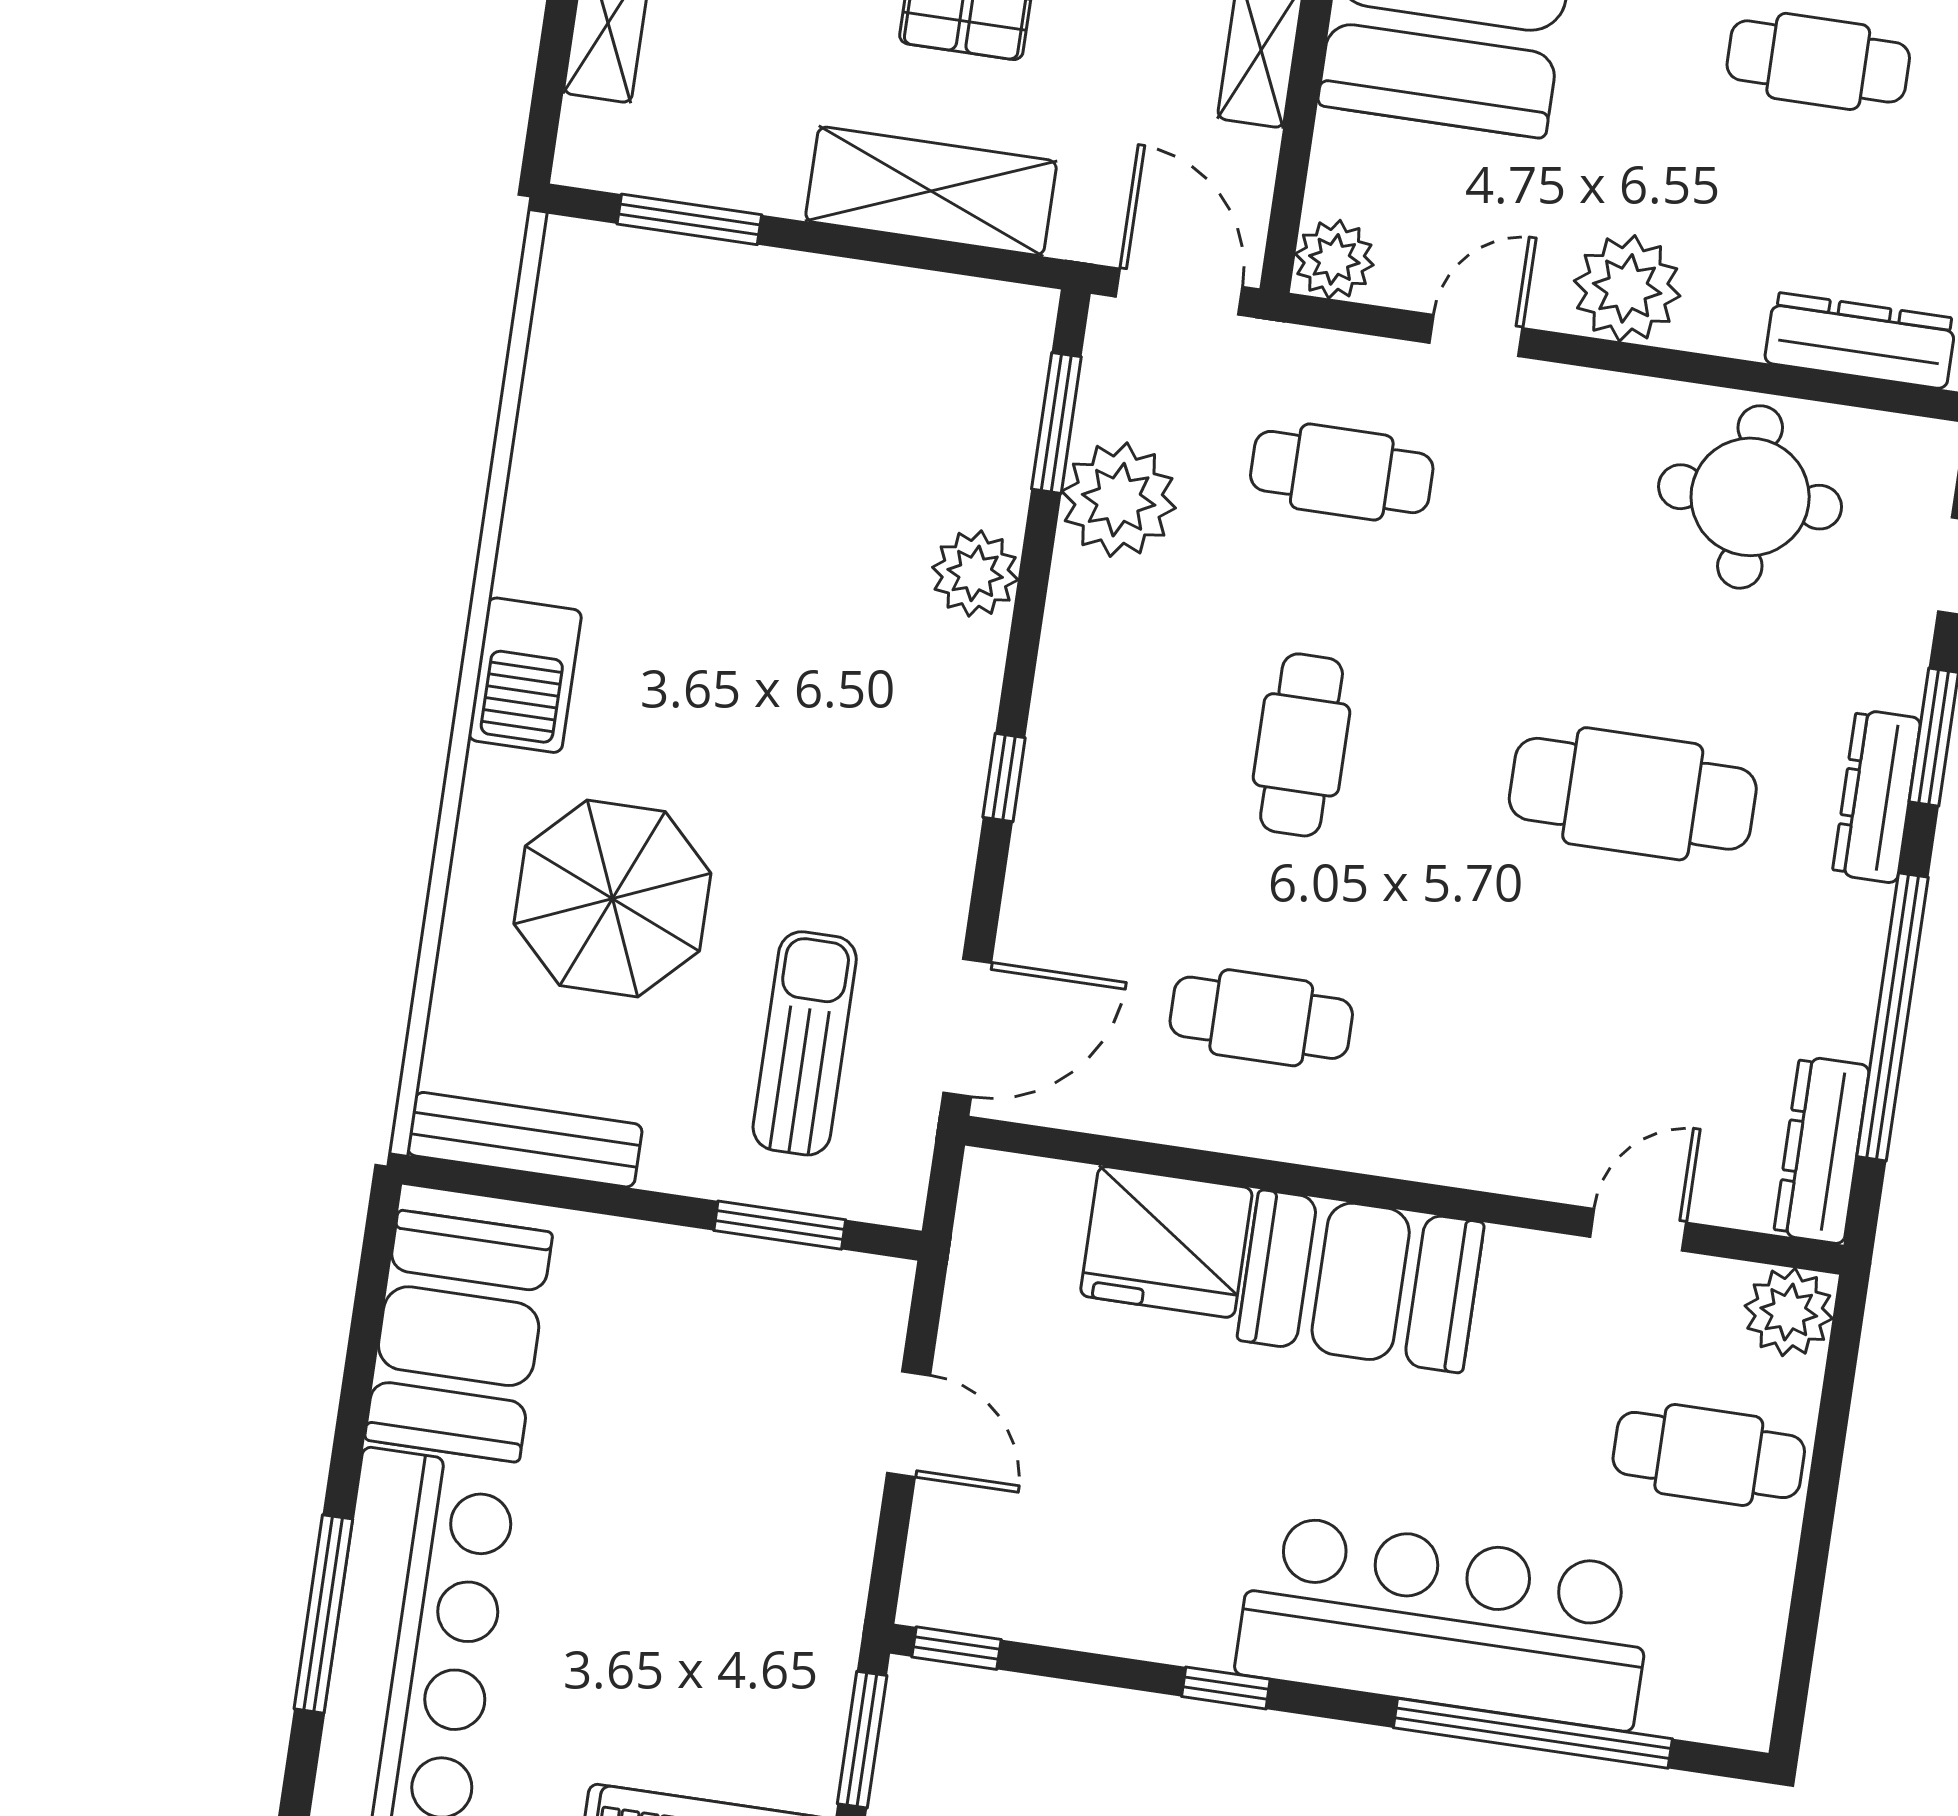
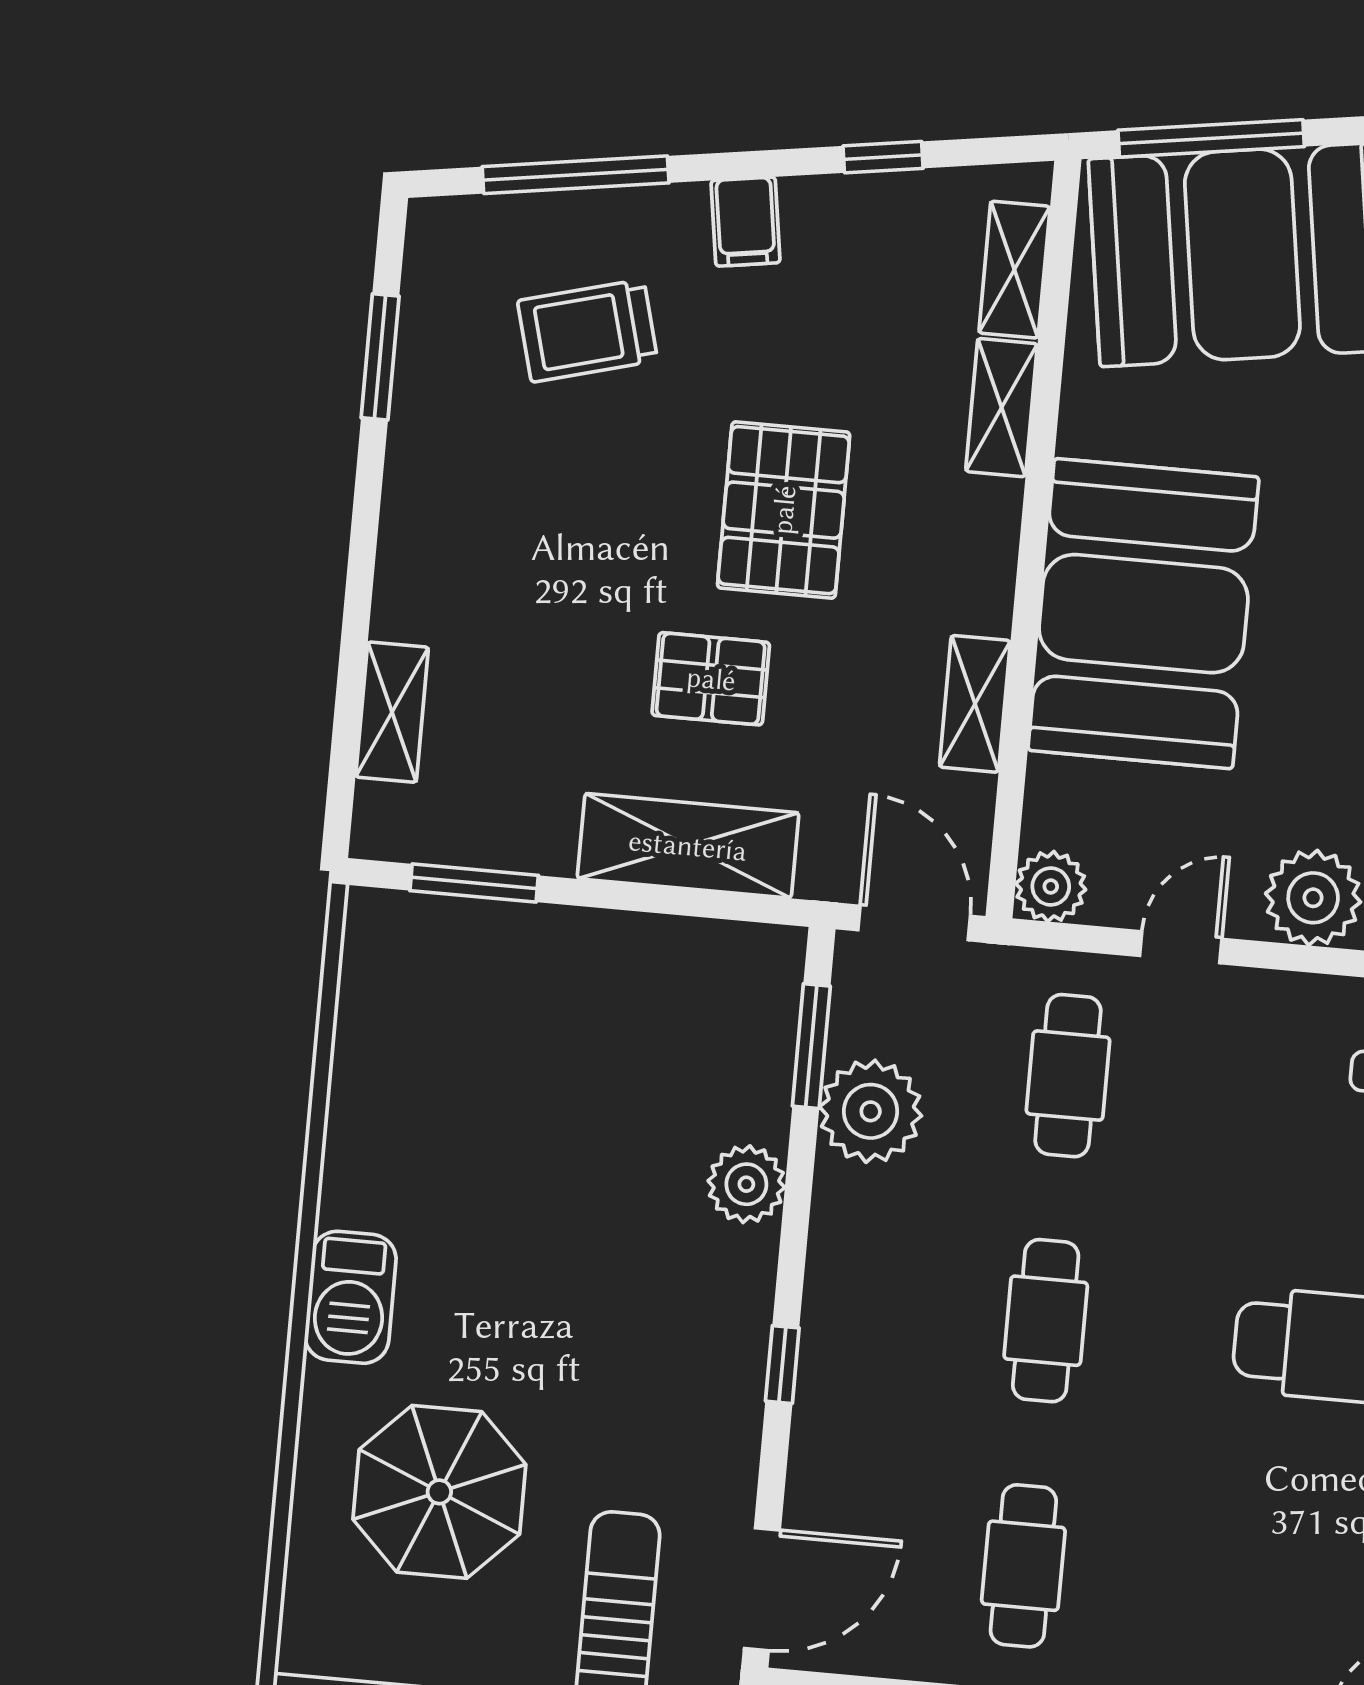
cafe table: (1342, 472) -> (1068, 1076), turned 90
cafe table: (1261, 1018) -> (1023, 1566), turned 90

